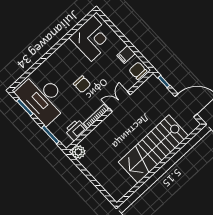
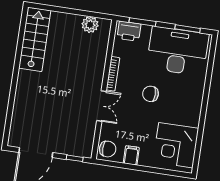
printer: (76, 130) -> (129, 31), moved, turned 90
stairs: (153, 149) -> (35, 39), moved, width x0.73, depth x0.66
plant: (78, 152) -> (90, 25), moved

